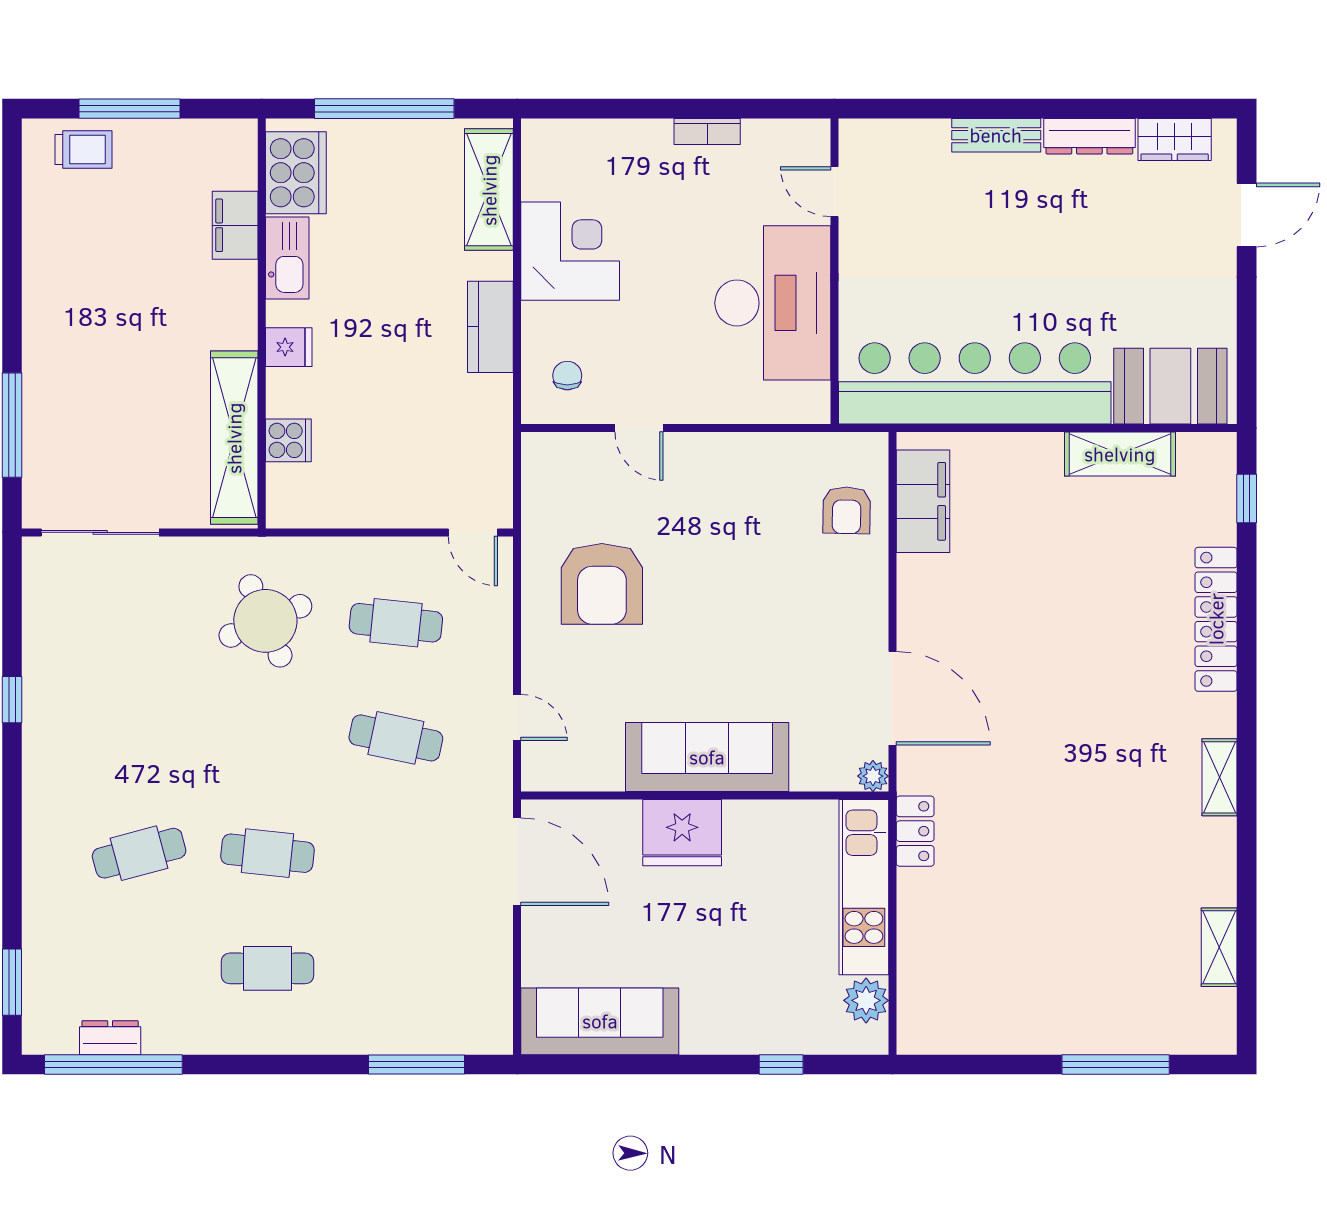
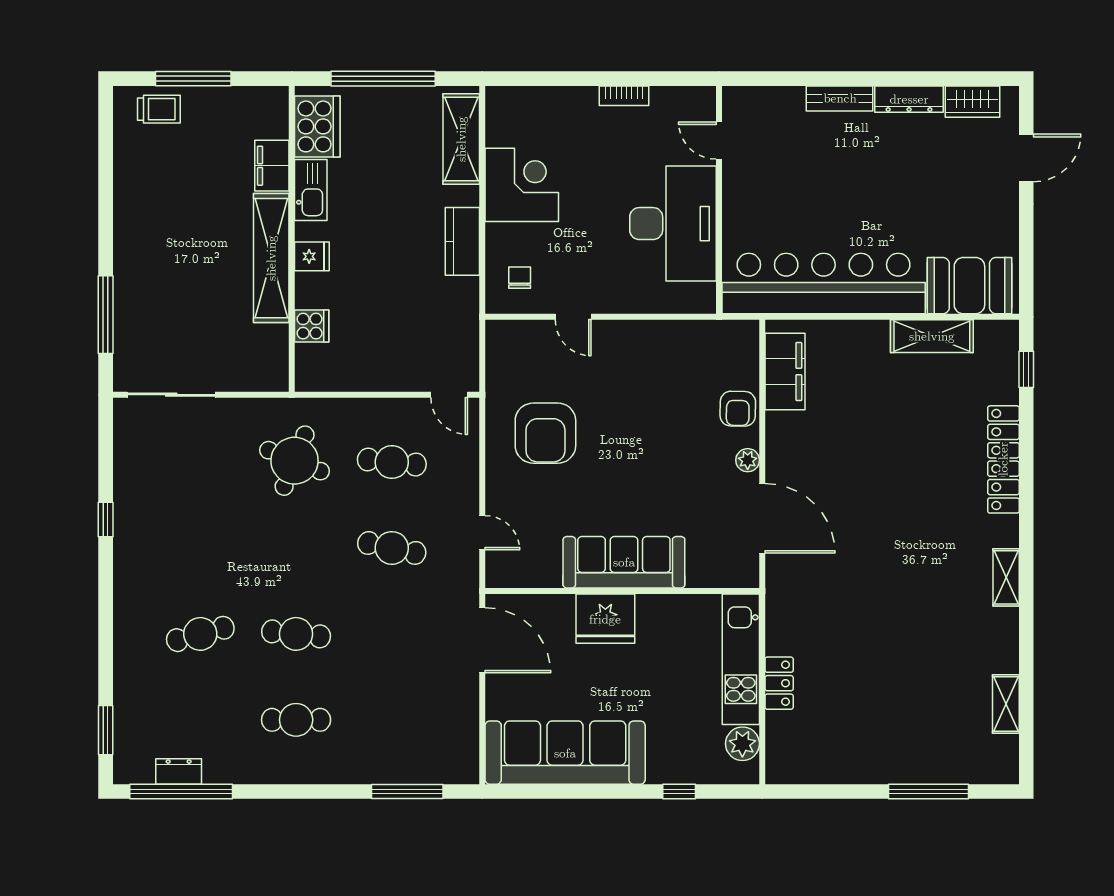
shelving: (234, 438) -> (271, 258), moved
armchair: (847, 510) -> (738, 409), moved
round table: (265, 621) -> (295, 461), turned 45
plant: (873, 776) -> (748, 460), moved
locker: (915, 831) -> (779, 683), moved
sofa: (600, 1021) -> (565, 753), width x1.36, depth x1.27

